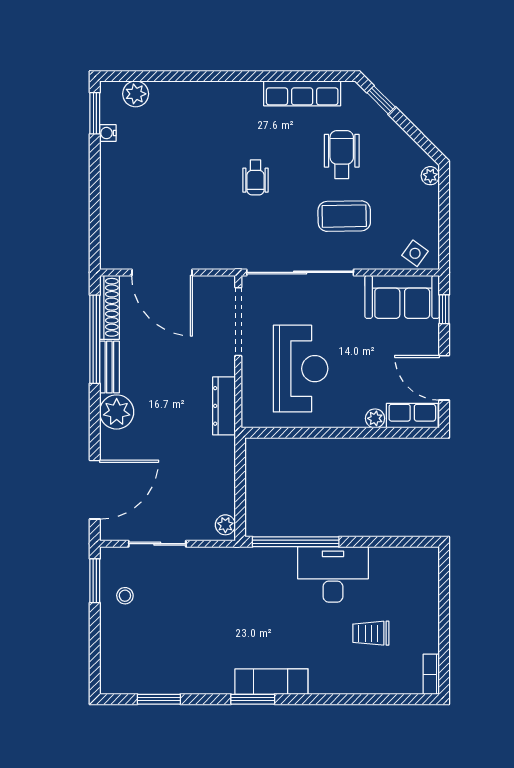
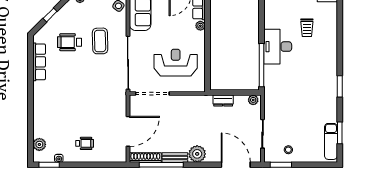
window: (381, 100) -> (50, 15), moved
wheelchair: (256, 177) -> (85, 143), moved
dresser: (224, 406) -> (223, 101), moved, width x0.70
exam couch: (271, 682) -> (331, 141), moved

